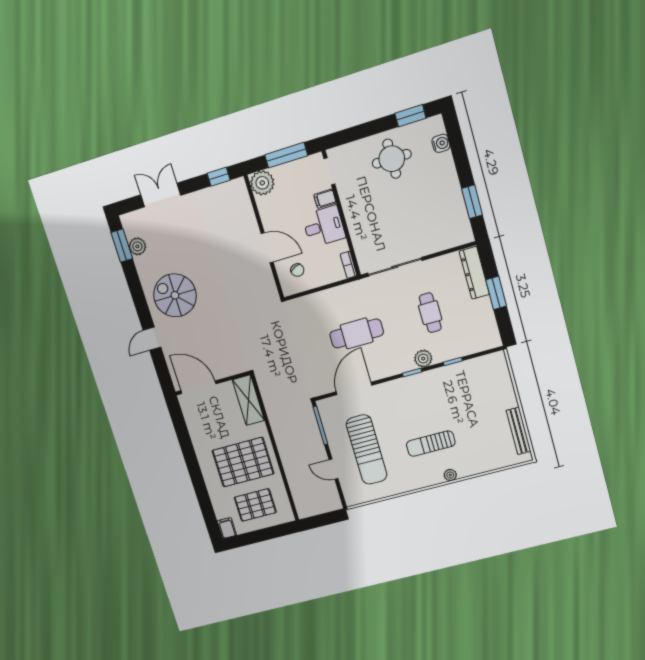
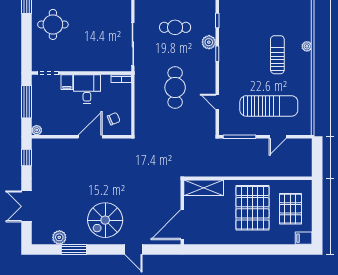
plant: (262, 183) -> (37, 130), width x0.53, depth x0.53
window: (122, 246) -> (74, 250), moved
door: (354, 388) -> (217, 102), width x0.53
sun lounger: (431, 444) -> (277, 55), turned 180

